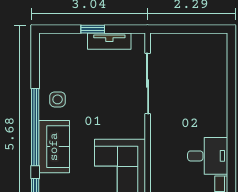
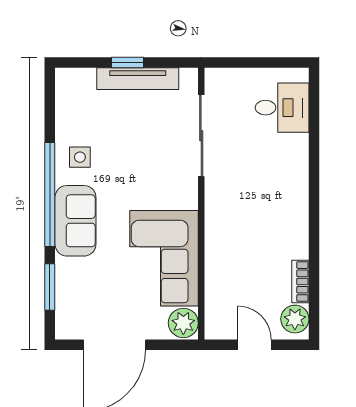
tv unit: (109, 41) -> (138, 79), width x1.41
desk: (208, 156) -> (282, 108), moved

